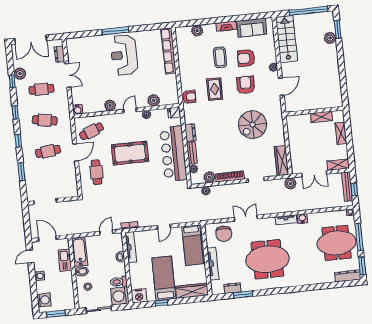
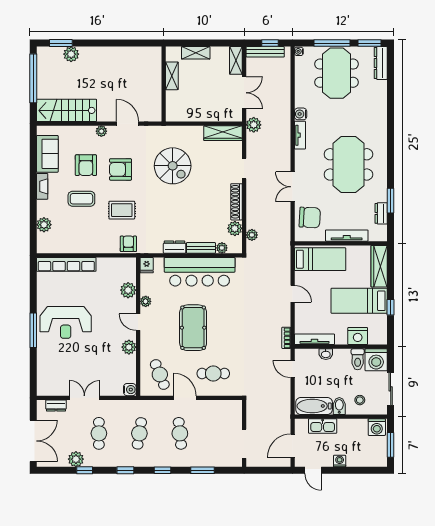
nightstand: (139, 296) -> (358, 336), moved, turned 90
washing machine: (44, 300) -> (377, 427), moved, turned 180

